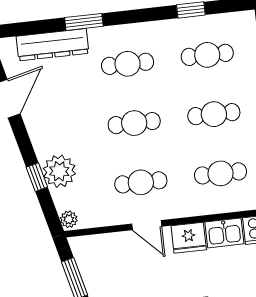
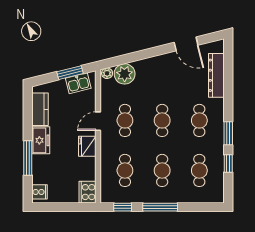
window: (84, 22) -> (228, 133), moved
plant: (59, 171) -> (125, 74), moved
window: (37, 177) -> (135, 56), removed
kitchen sink: (224, 233) -> (78, 83), moved, turned -104

